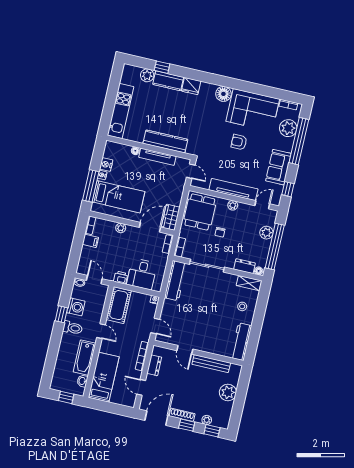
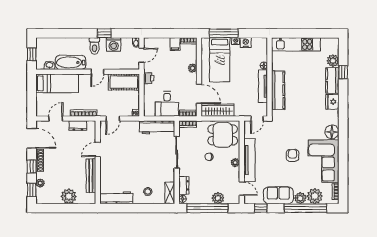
plant: (287, 144) -> (300, 198), added
wardrobe: (171, 217) -> (218, 110), width x1.50
desk: (142, 274) -> (167, 104), moved, turned -90

